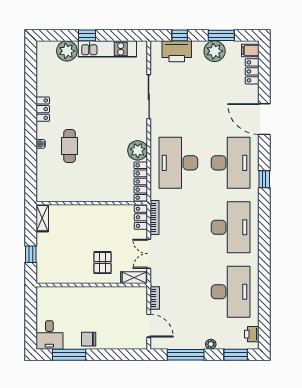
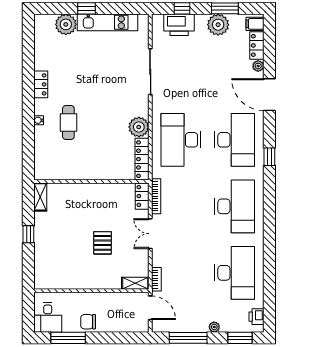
plant: (253, 91) -> (258, 66), added
shelving: (134, 278) -> (135, 283), moved
wall: (92, 285) -> (91, 291), moved

